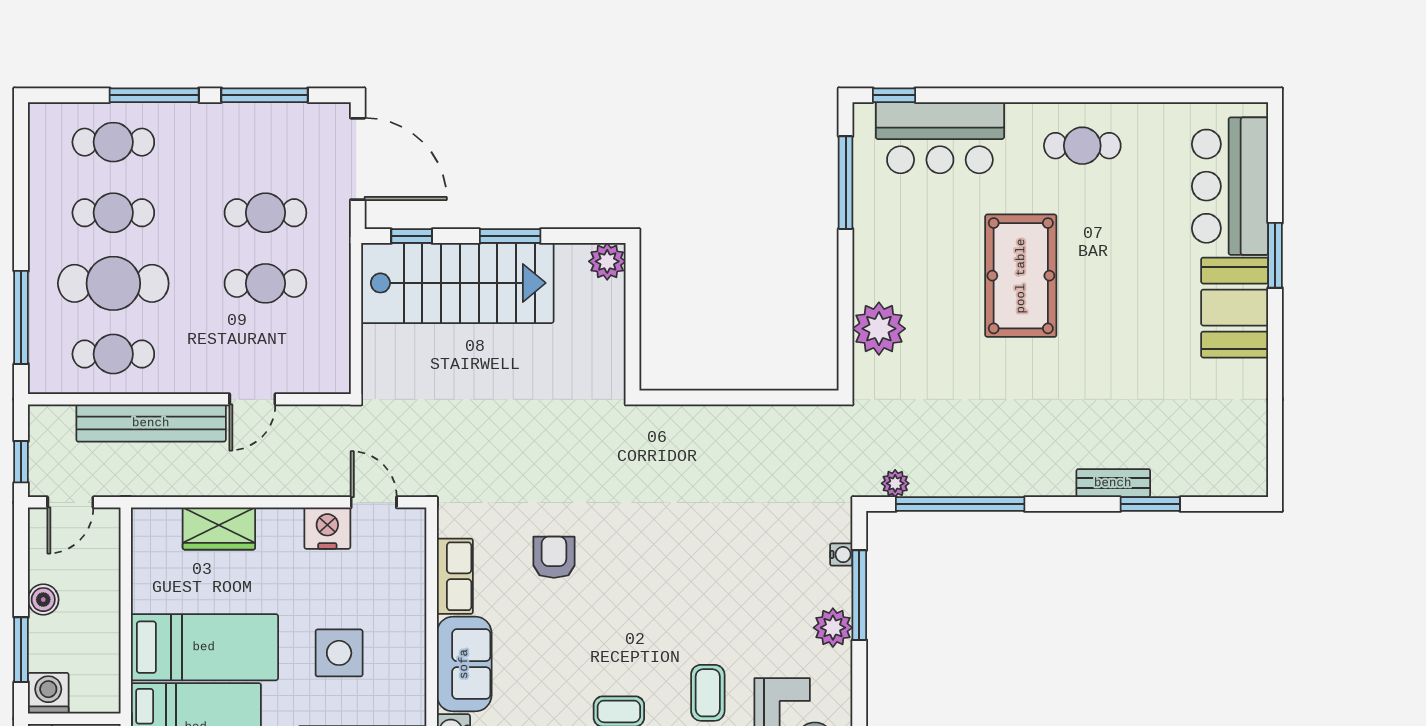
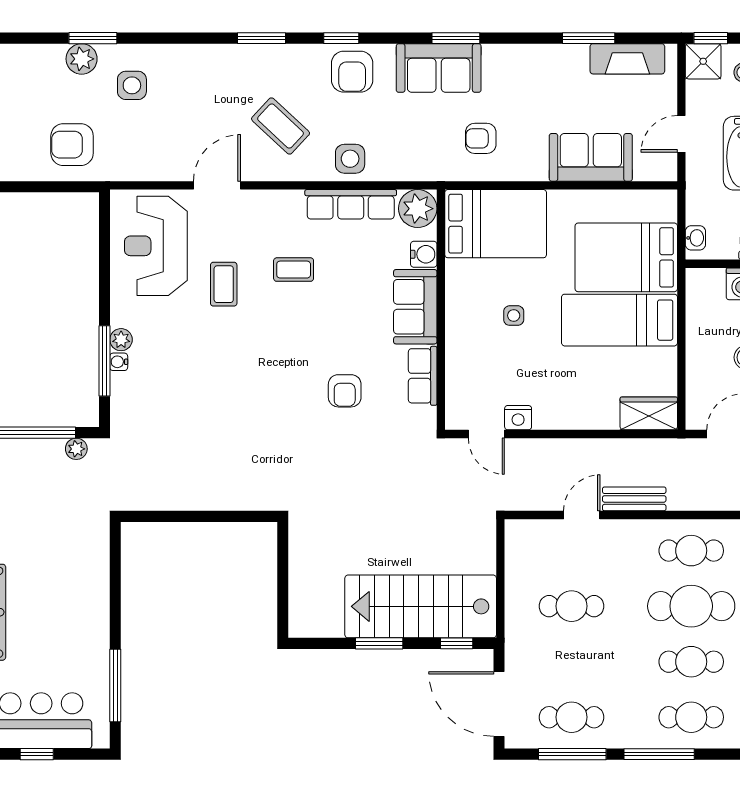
window: (894, 95) -> (37, 754), moved
cafe table: (265, 213) -> (572, 717), moved
plant: (607, 261) -> (303, 623), removed
plant: (879, 329) -> (89, 571), removed
bench: (151, 423) -> (634, 499), width x0.54, depth x0.82
nightstand: (327, 528) -> (518, 418), width x0.74, depth x0.75
wardrobe: (219, 529) -> (649, 413), moved
water cooler: (841, 555) -> (119, 362), moved
plant: (833, 628) -> (121, 340), width x0.73, depth x0.73
side table: (339, 653) -> (514, 316), width x0.54, depth x0.54

